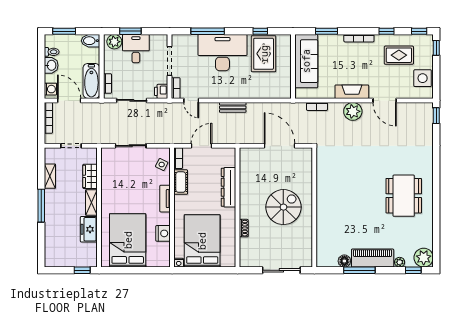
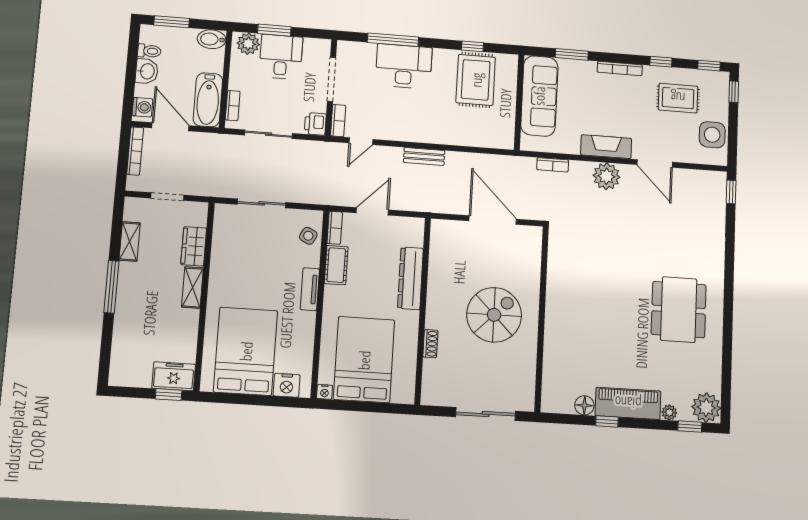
desk: (222, 53) -> (404, 66), width x0.73, depth x0.77
door: (191, 100) -> (361, 141), hinge flipped
freezer: (89, 229) -> (174, 376), moved, turned 90
nightstand: (163, 233) -> (287, 385), moved, turned 90
window: (359, 270) -> (607, 421), width x0.46

